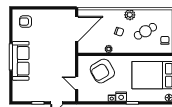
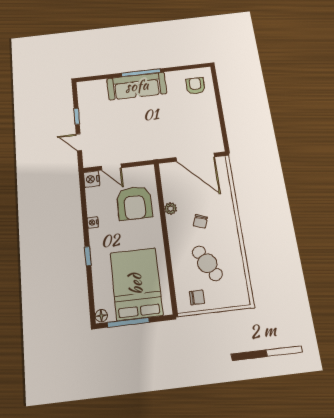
plant: (130, 15) -> (230, 235), removed
armchair: (102, 71) -> (134, 203), turned -150
door: (77, 83) -> (111, 167), swing flipped
nightstand: (121, 97) -> (92, 179), moved

